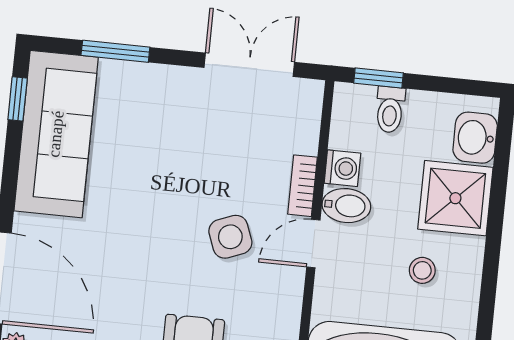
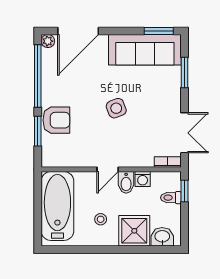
window: (18, 99) -> (159, 31), width x1.50
bookcase: (303, 186) -> (168, 162), moved
side table: (230, 237) -> (116, 108), moved
door: (313, 244) -> (108, 169), swing flipped

